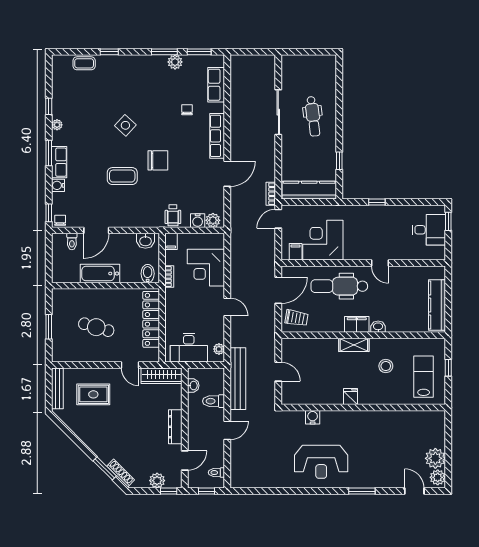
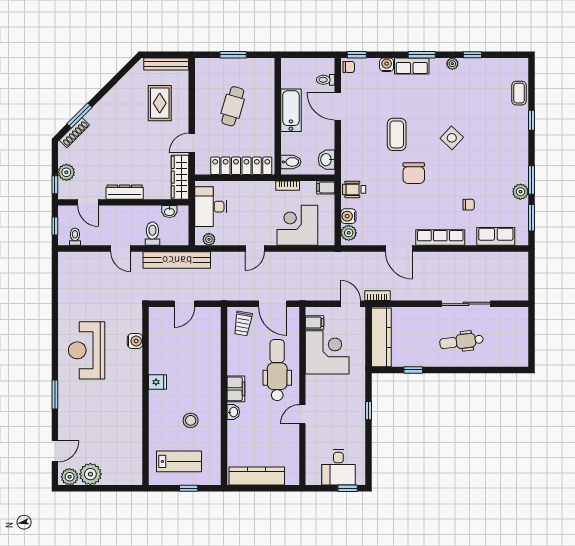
shelving: (354, 345) -> (214, 386), removed

